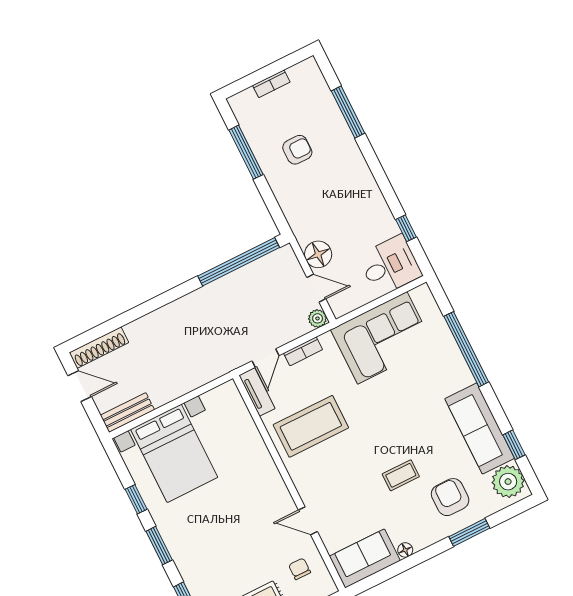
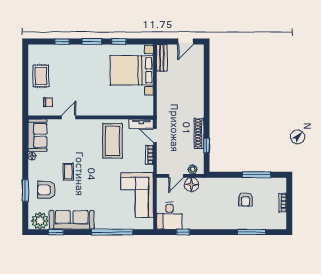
window: (239, 262) -> (207, 146), width x0.32
plant: (318, 318) -> (193, 169), moved
shoe rack: (99, 348) -> (199, 133), moved
armchair: (450, 497) -> (46, 190), turned 180

